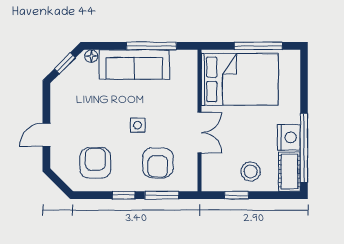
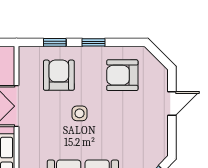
armchair: (95, 163) -> (122, 75), turned 90
window: (162, 195) -> (55, 42), width x0.67

